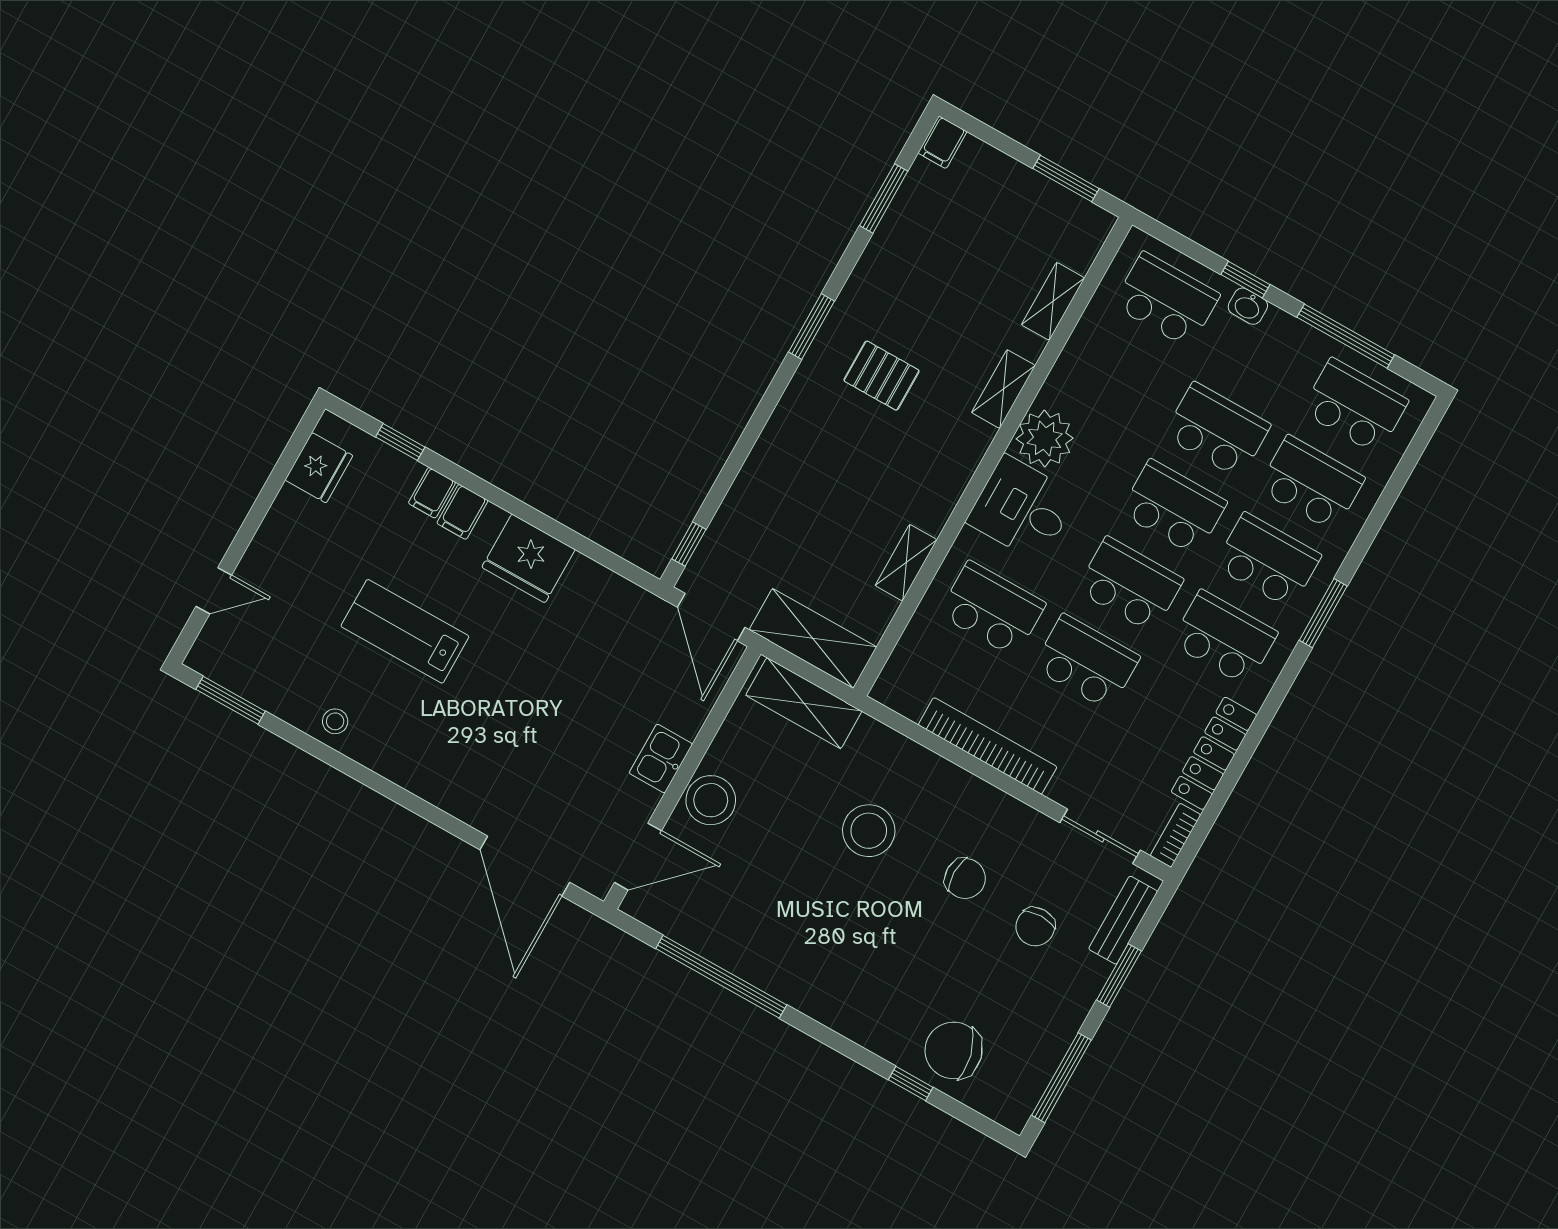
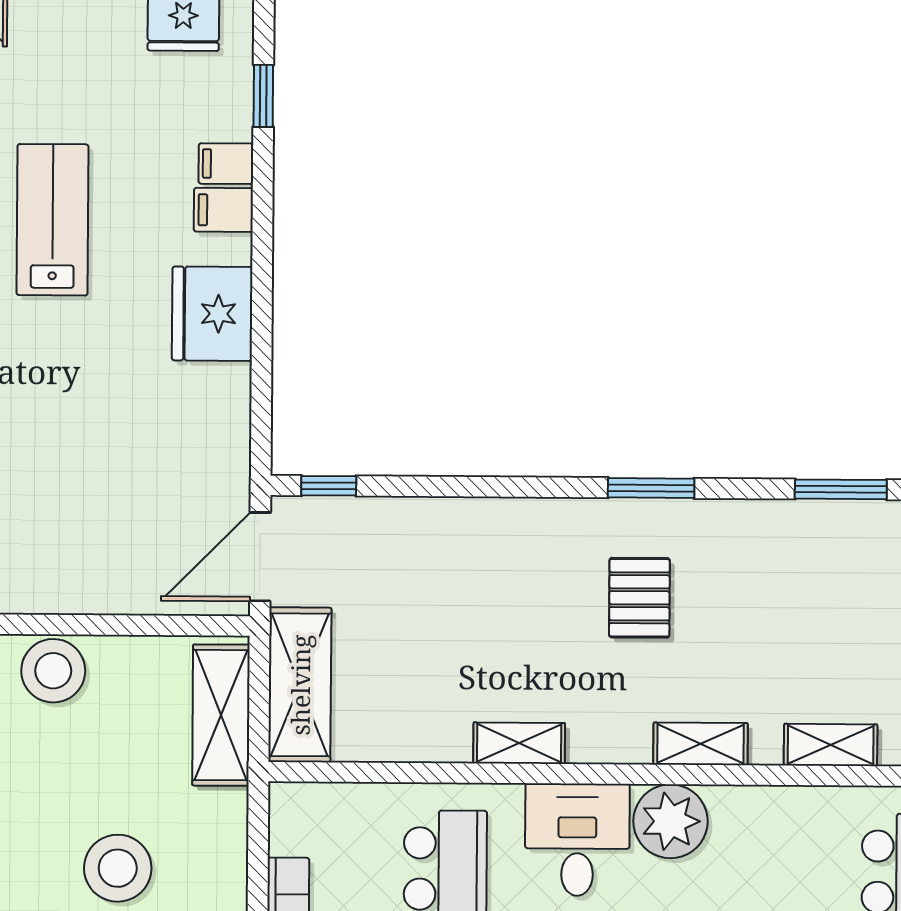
shelving: (906, 563) -> (519, 743), moved
kitchen sink: (661, 759) -> (69, 588), removed

